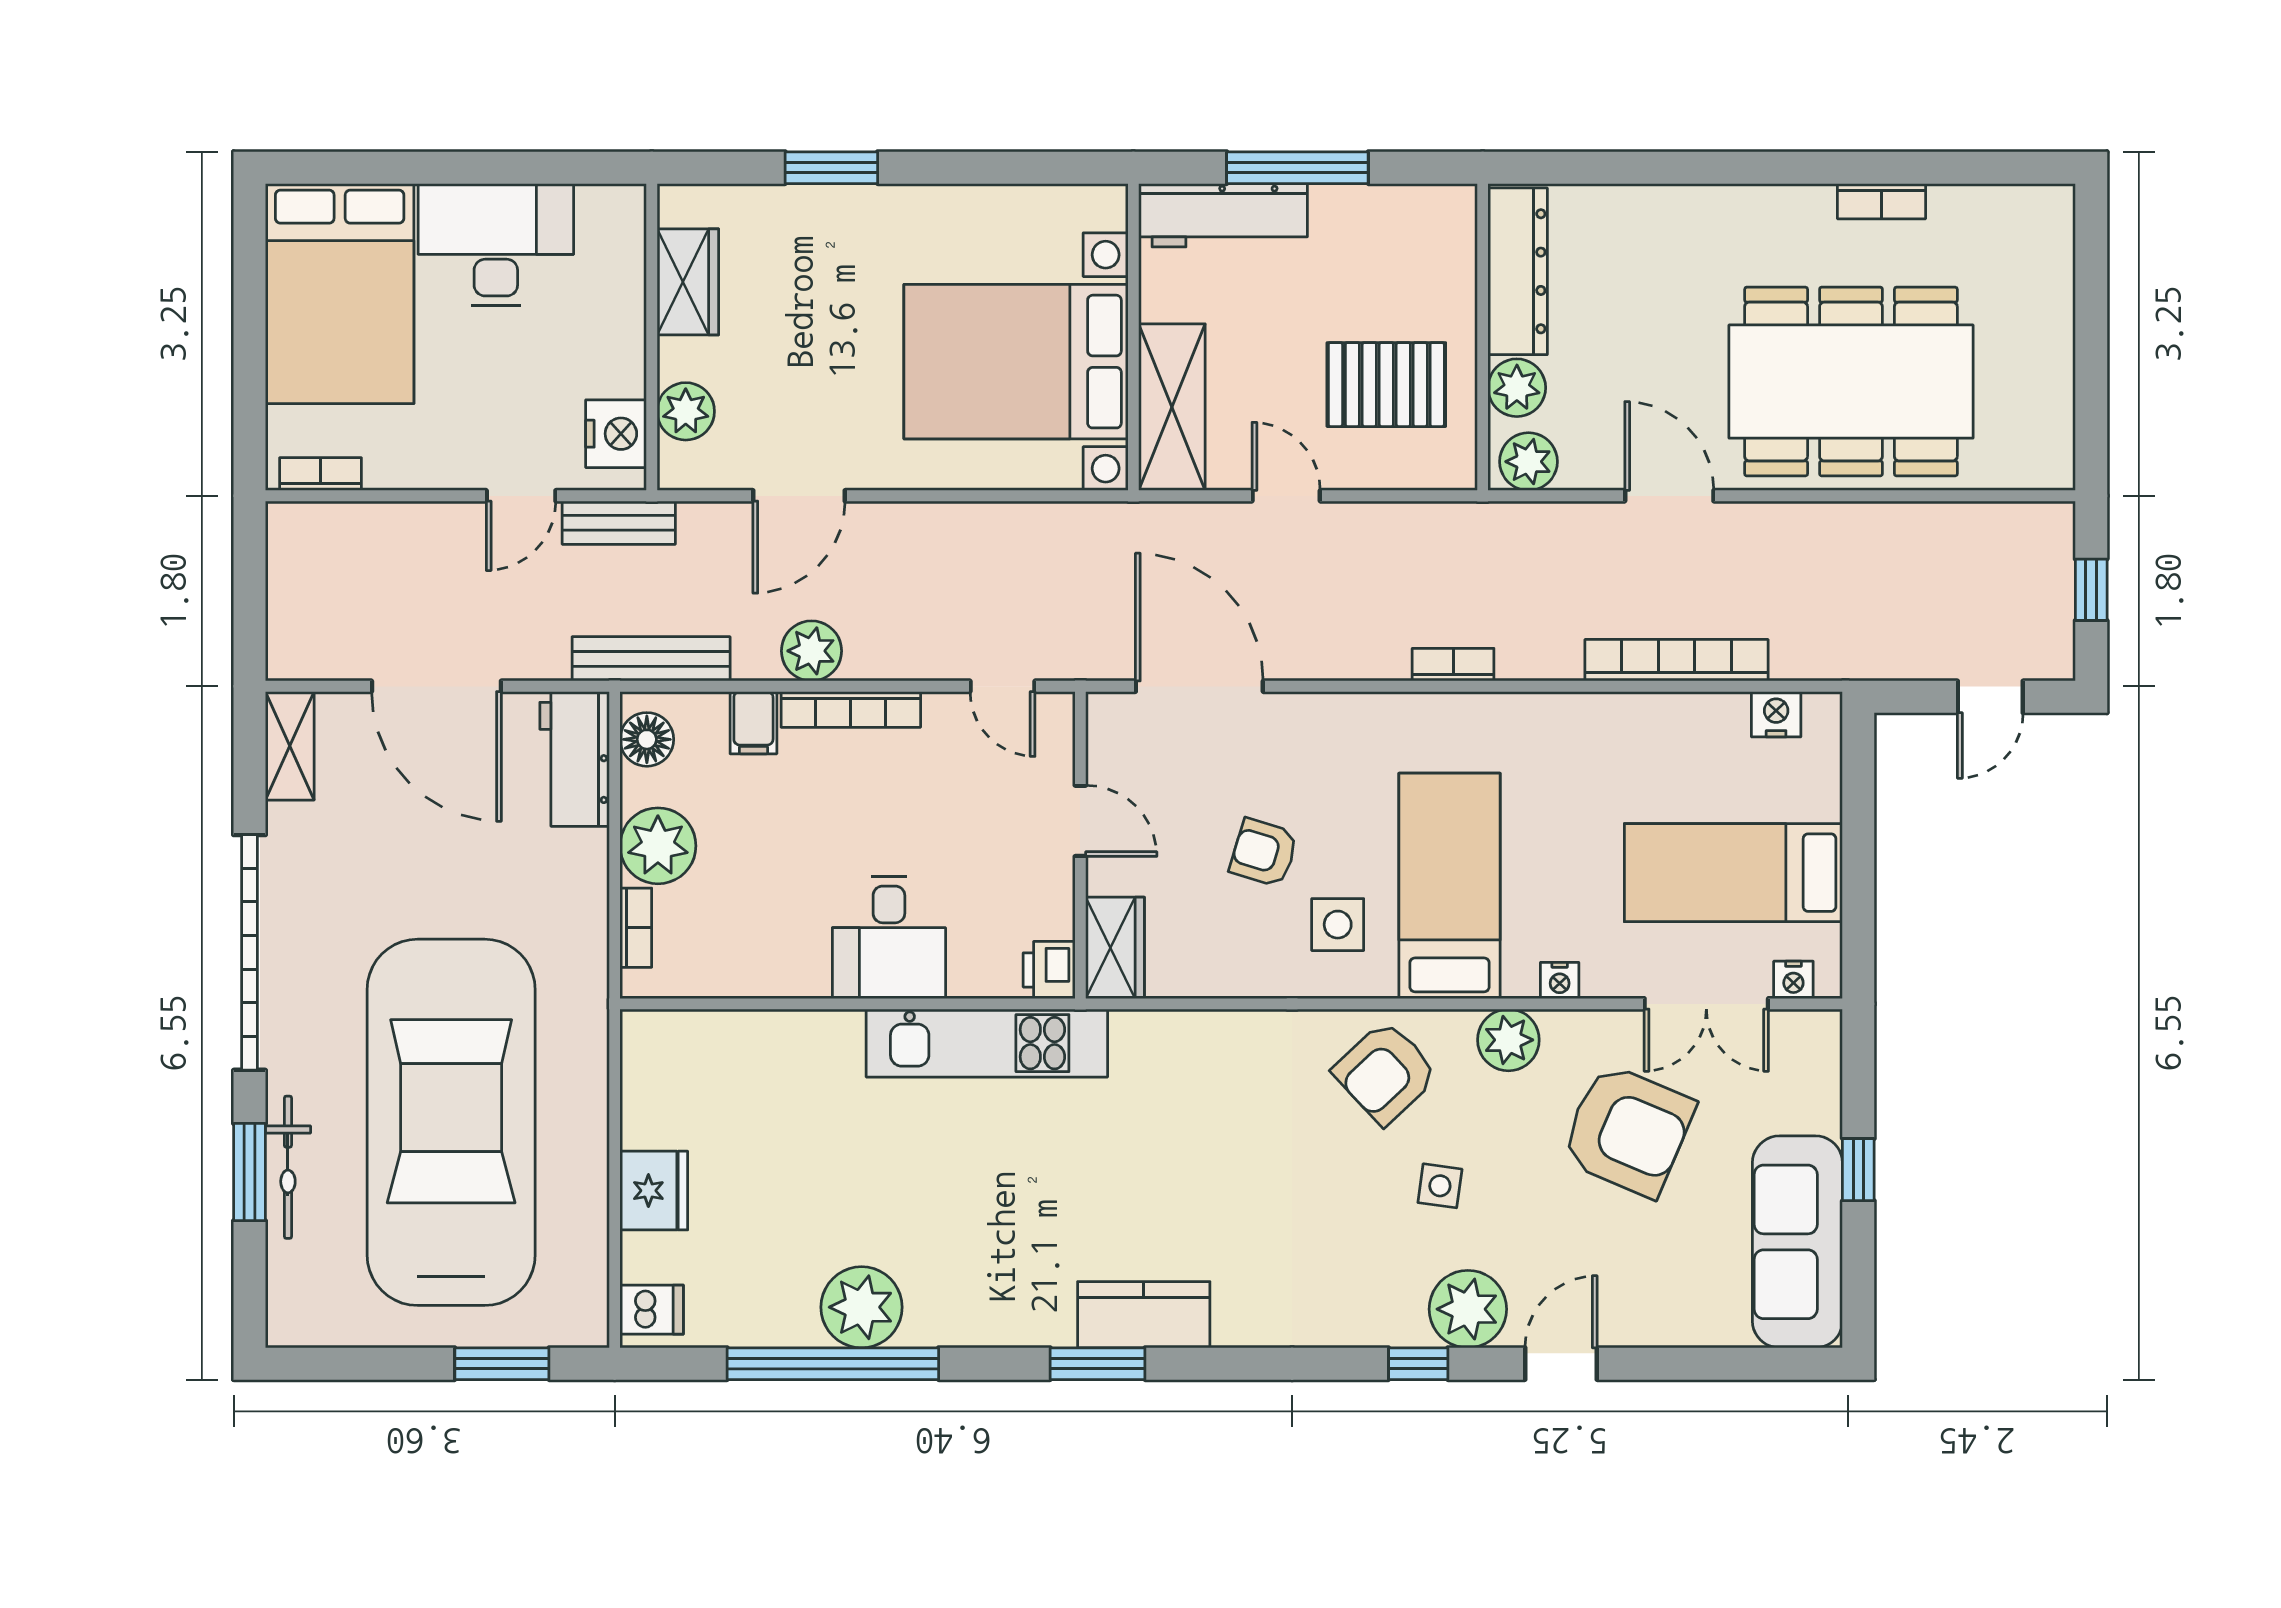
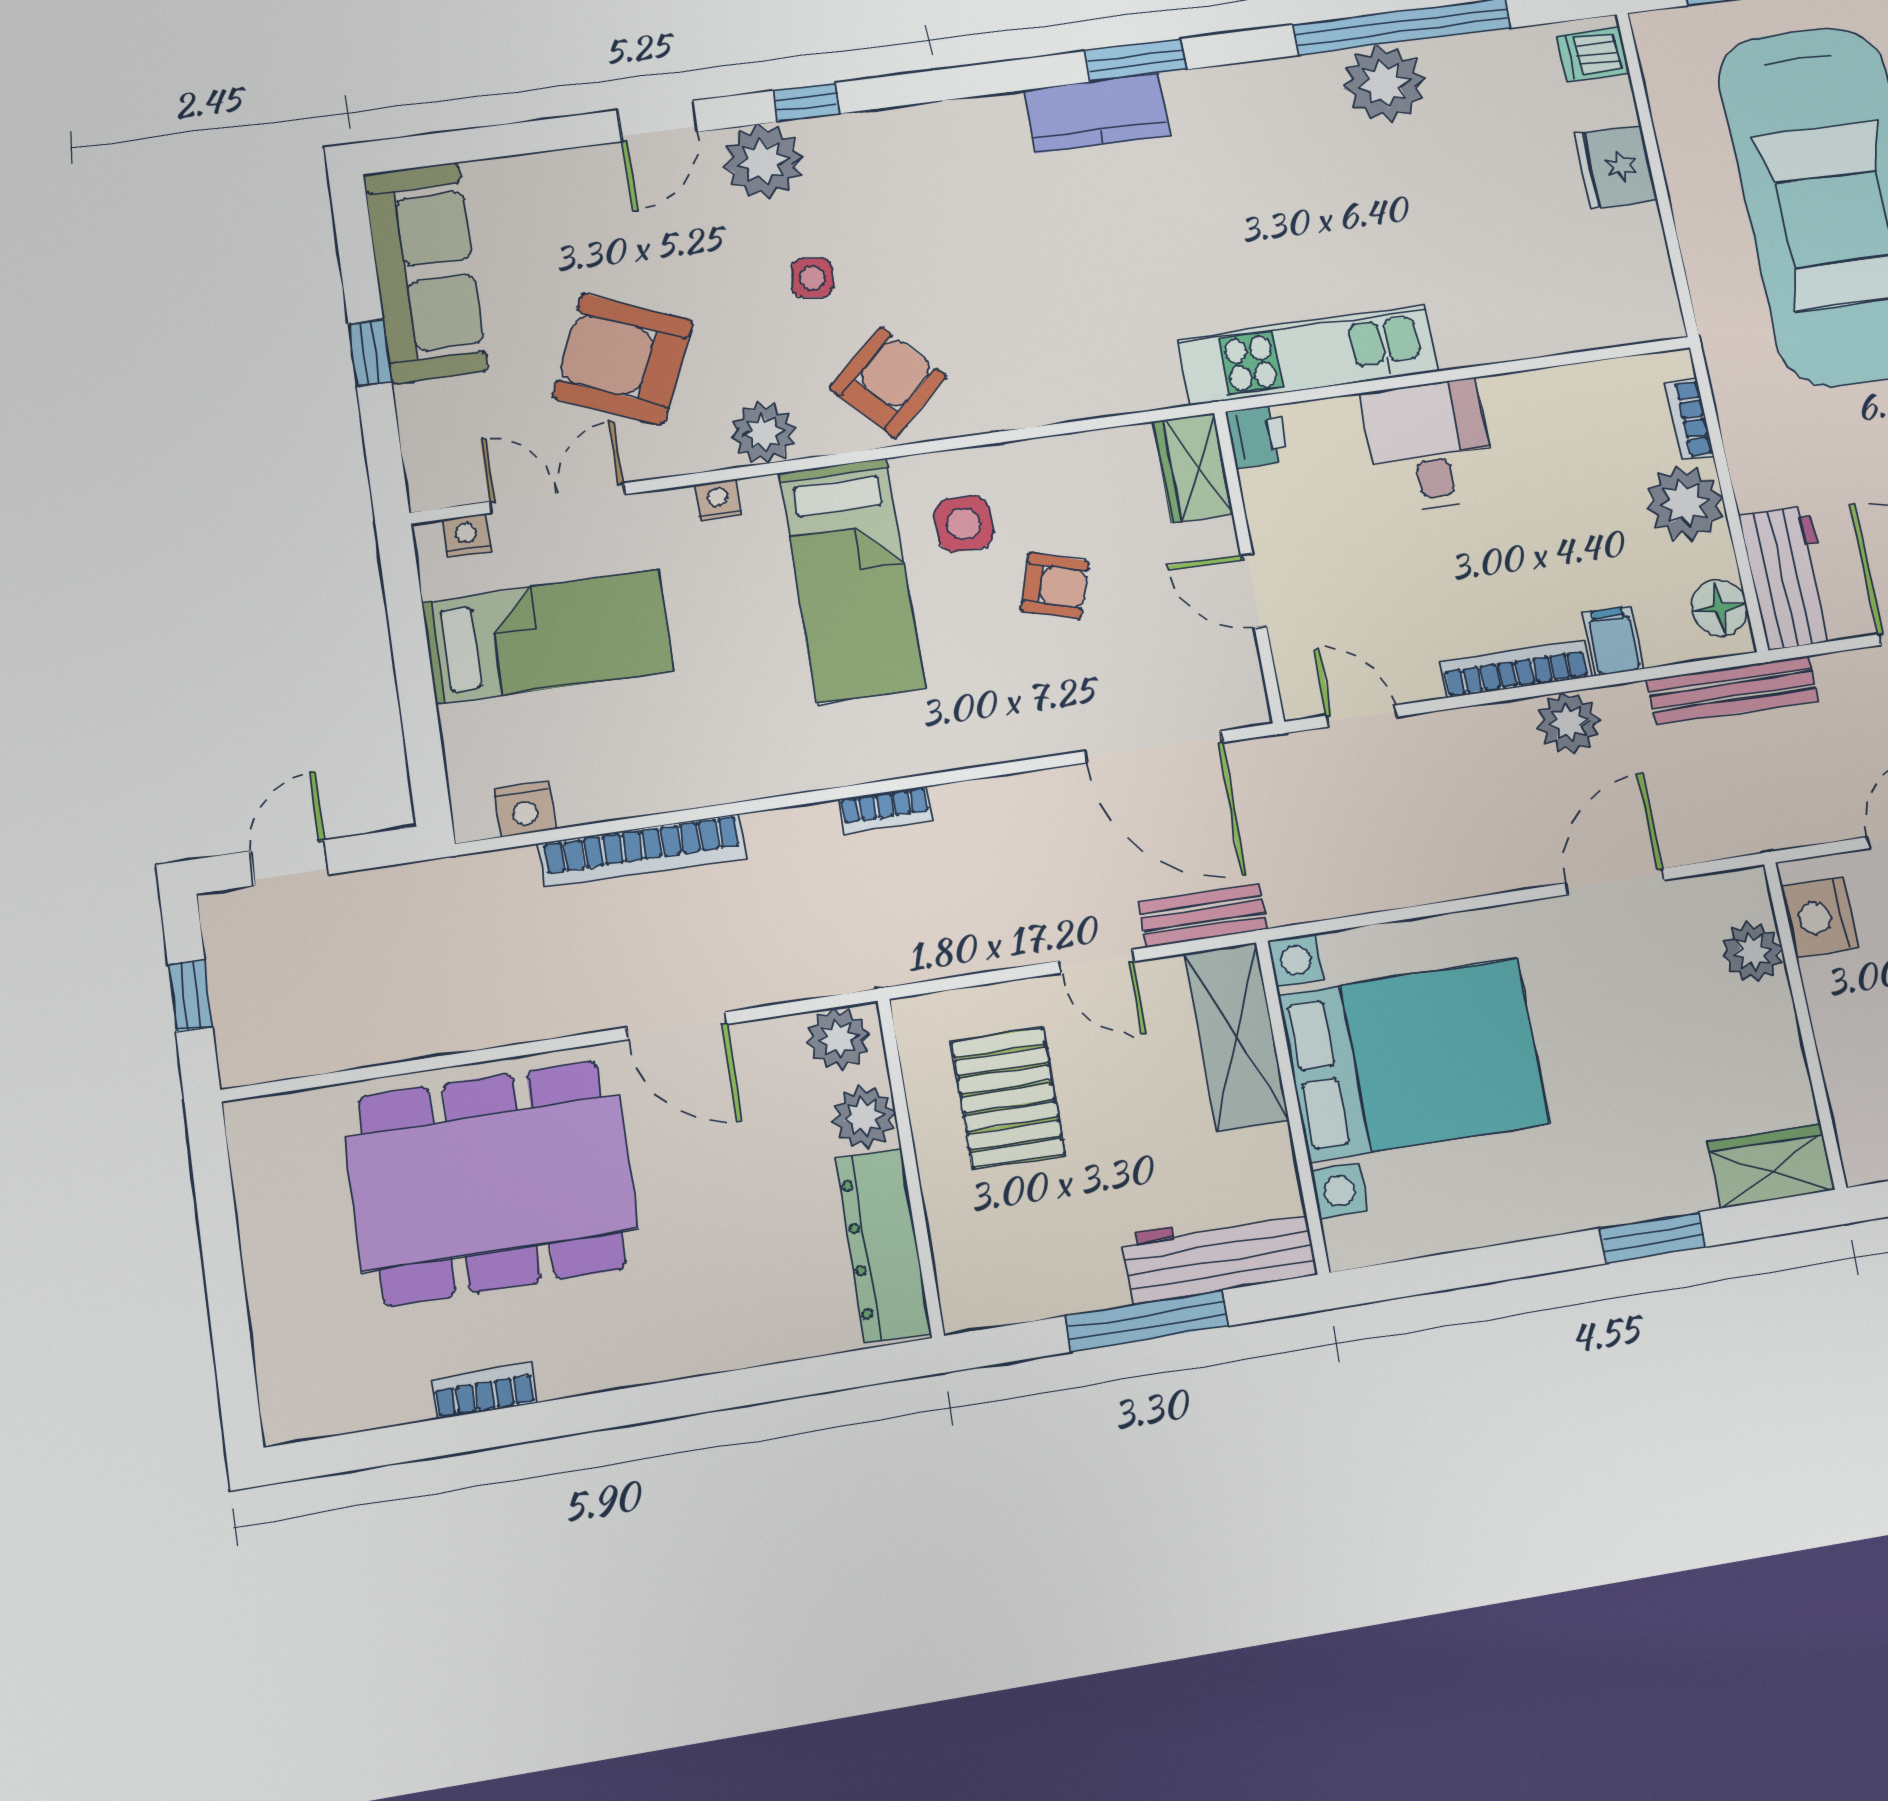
wardrobe: (688, 282) -> (1770, 1166), moved, turned 90
pallet: (1386, 385) -> (1008, 1098), turned 90
bench: (619, 523) -> (1203, 915), moved

